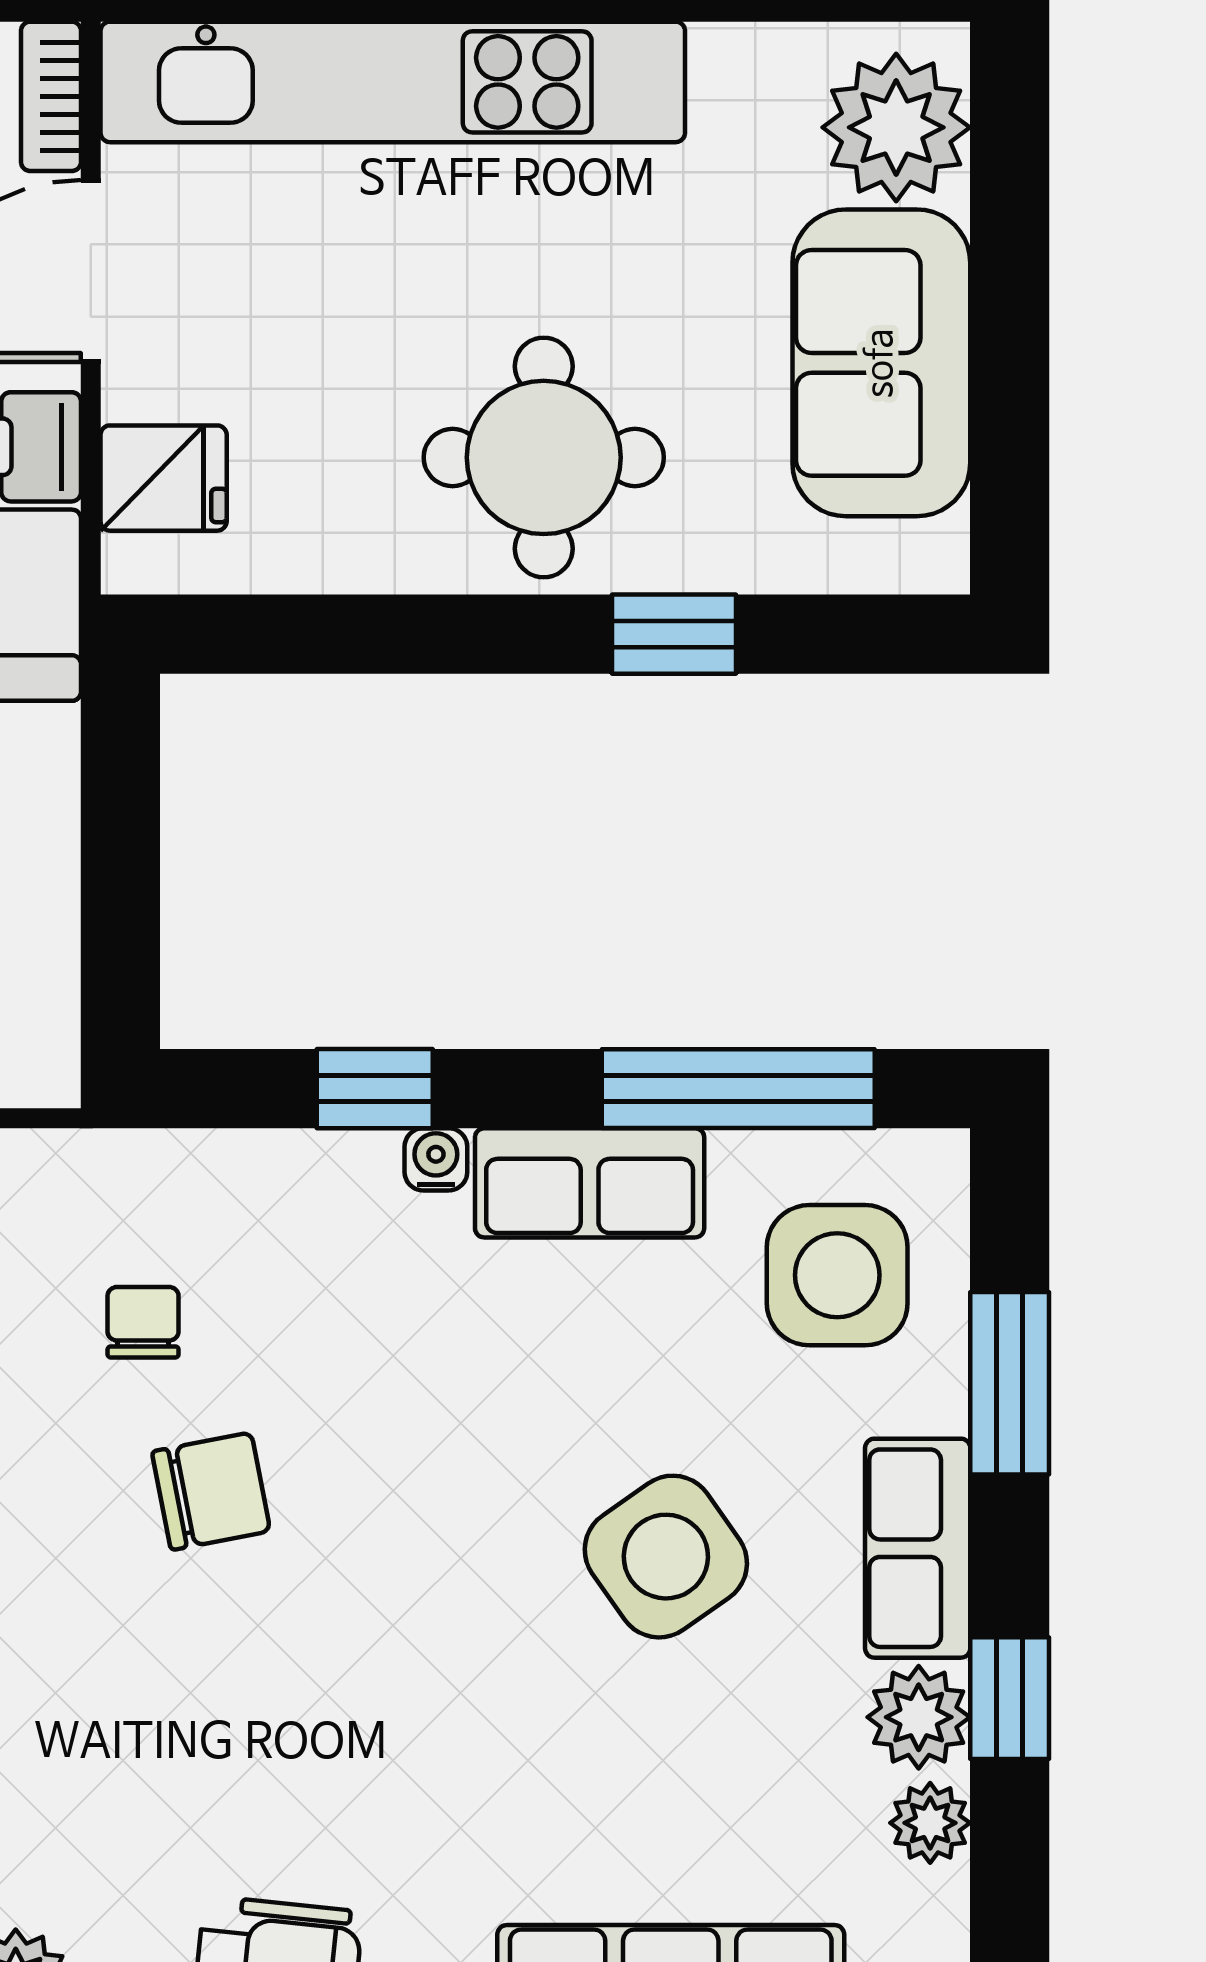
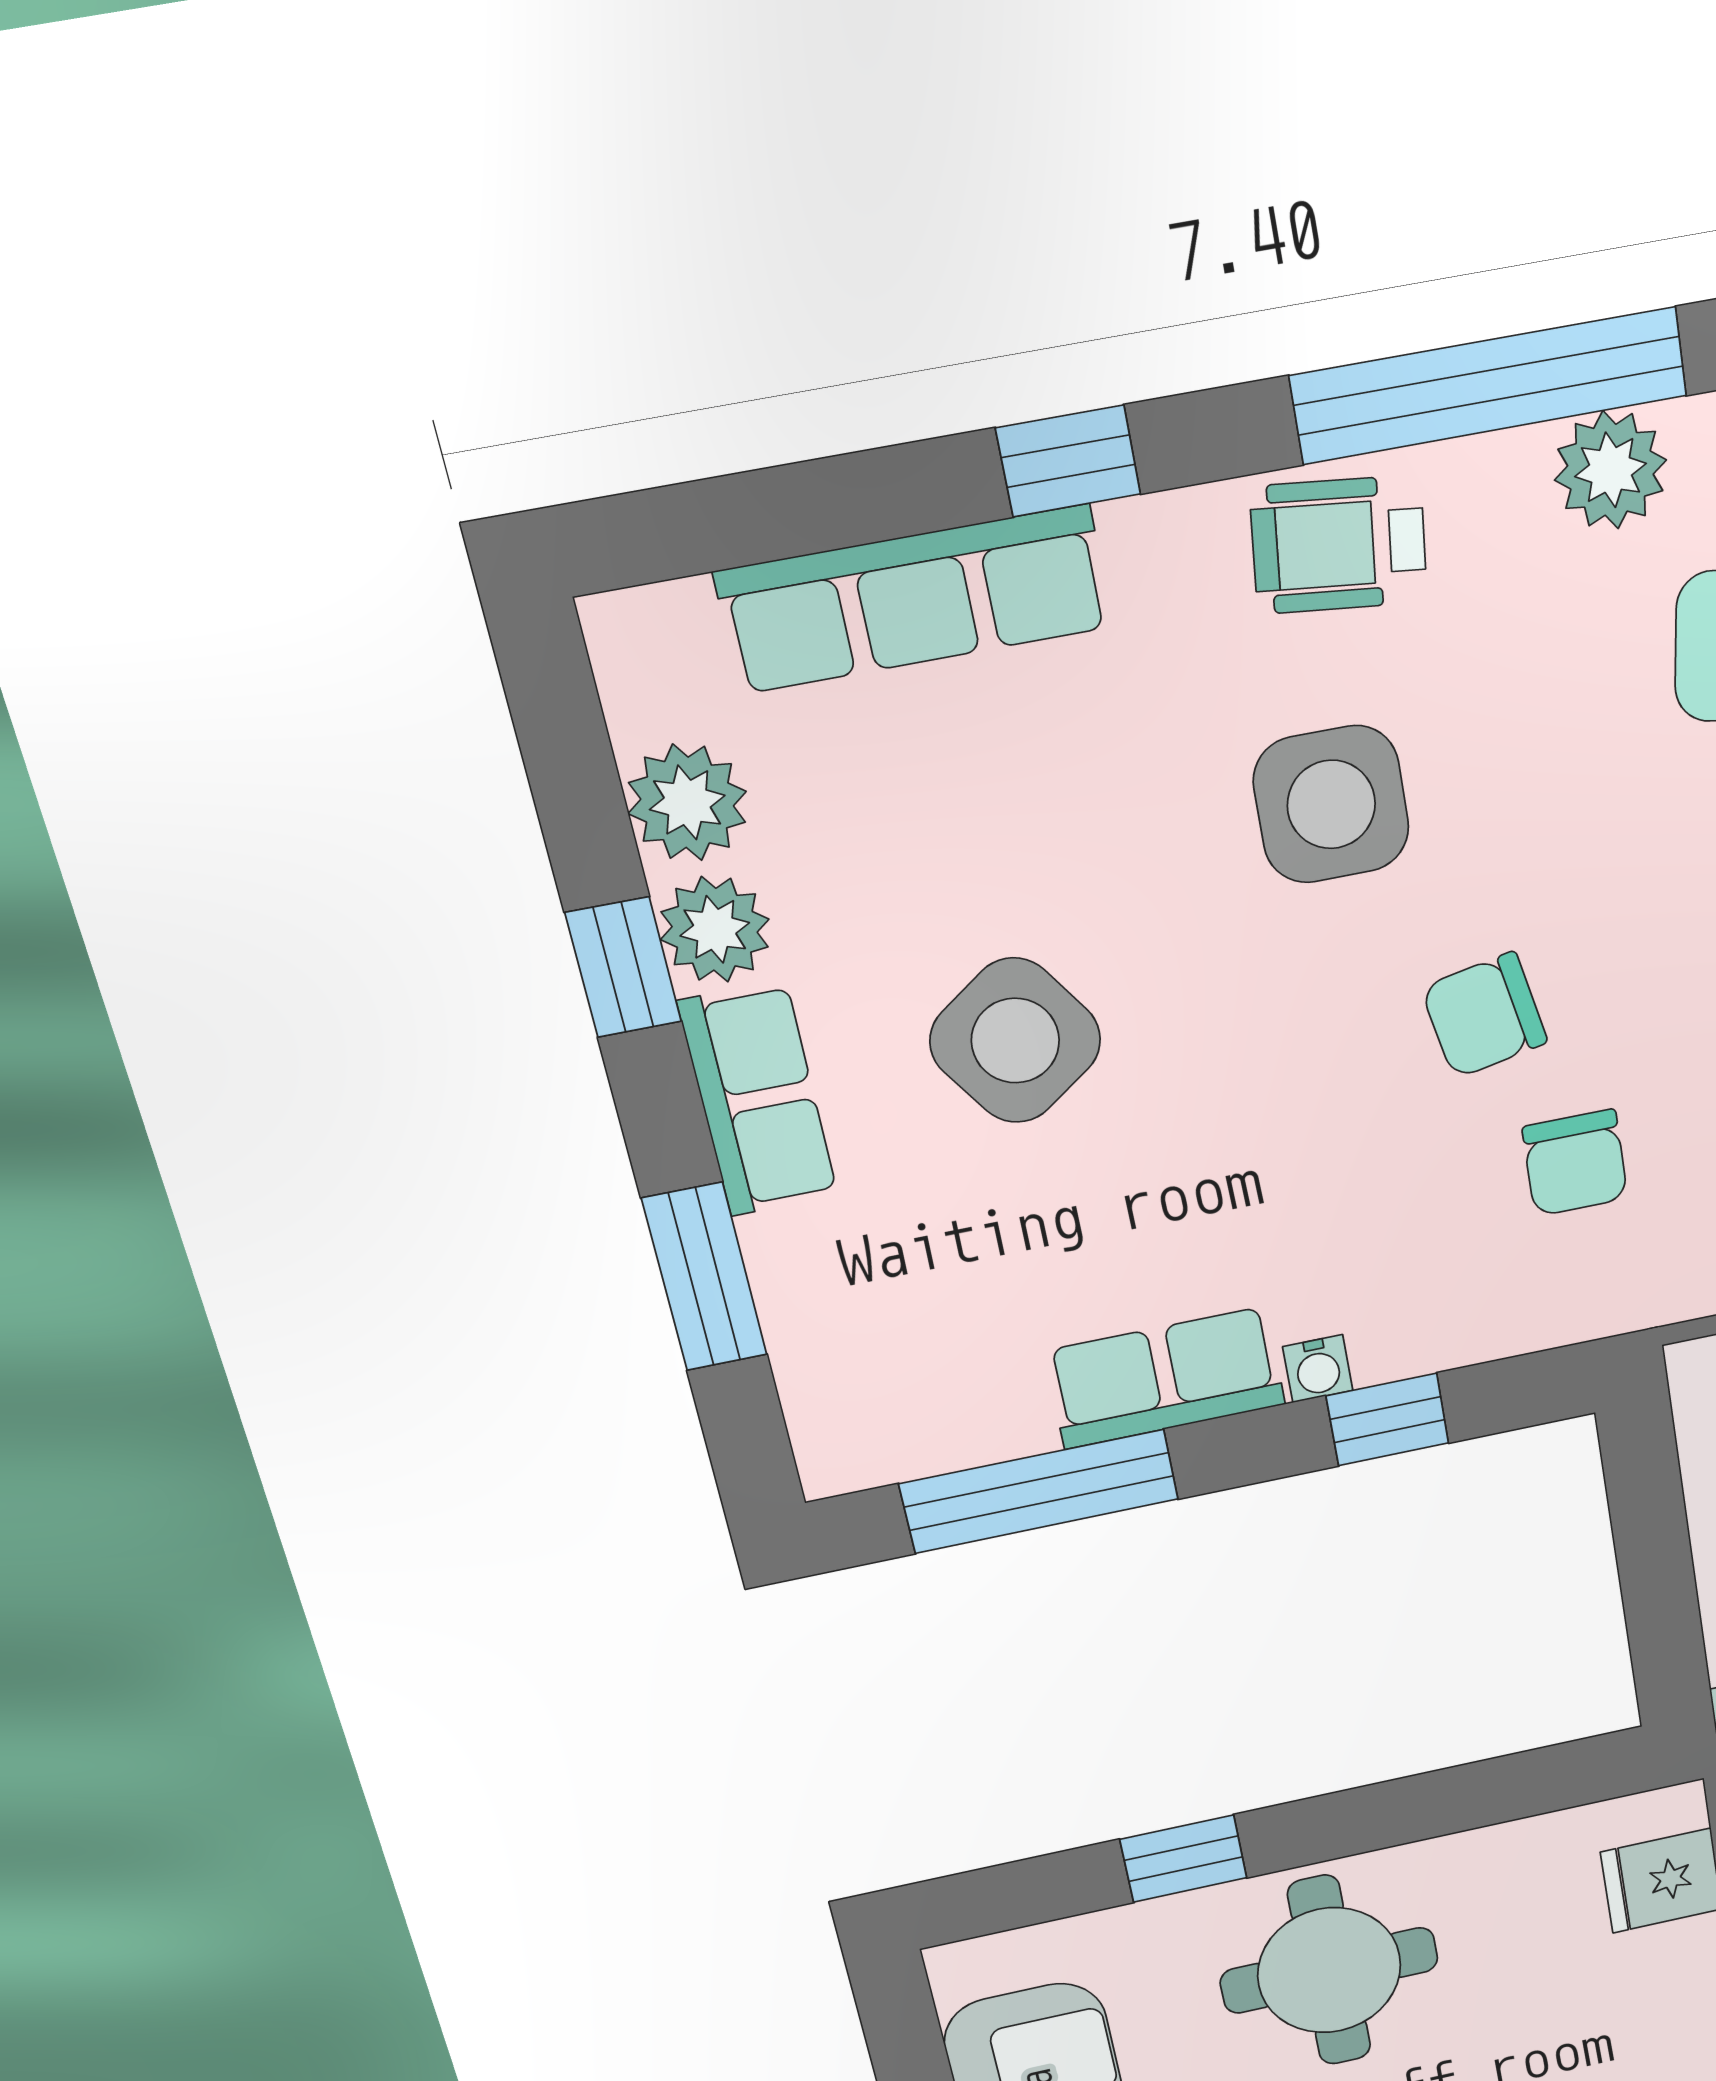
side table: (837, 1275) -> (1331, 804), moved
chair: (143, 1322) -> (1575, 1163), width x1.37, depth x1.37
plant: (930, 1823) -> (687, 802), width x1.38, depth x1.38

